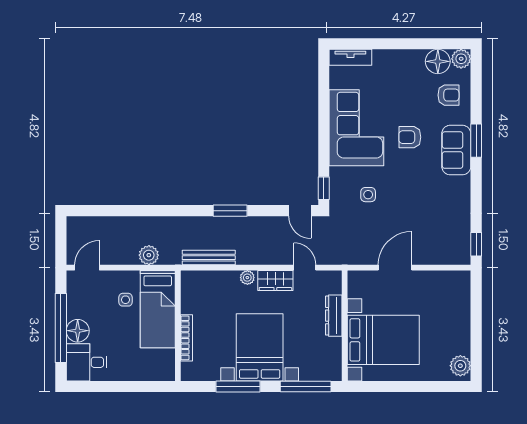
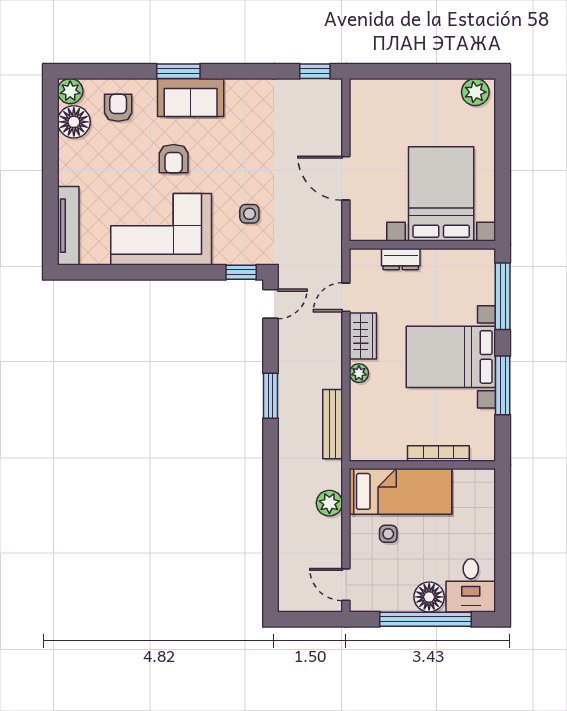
tv unit: (350, 57) -> (68, 226), width x1.41
dresser: (334, 316) -> (401, 259), width x0.70

